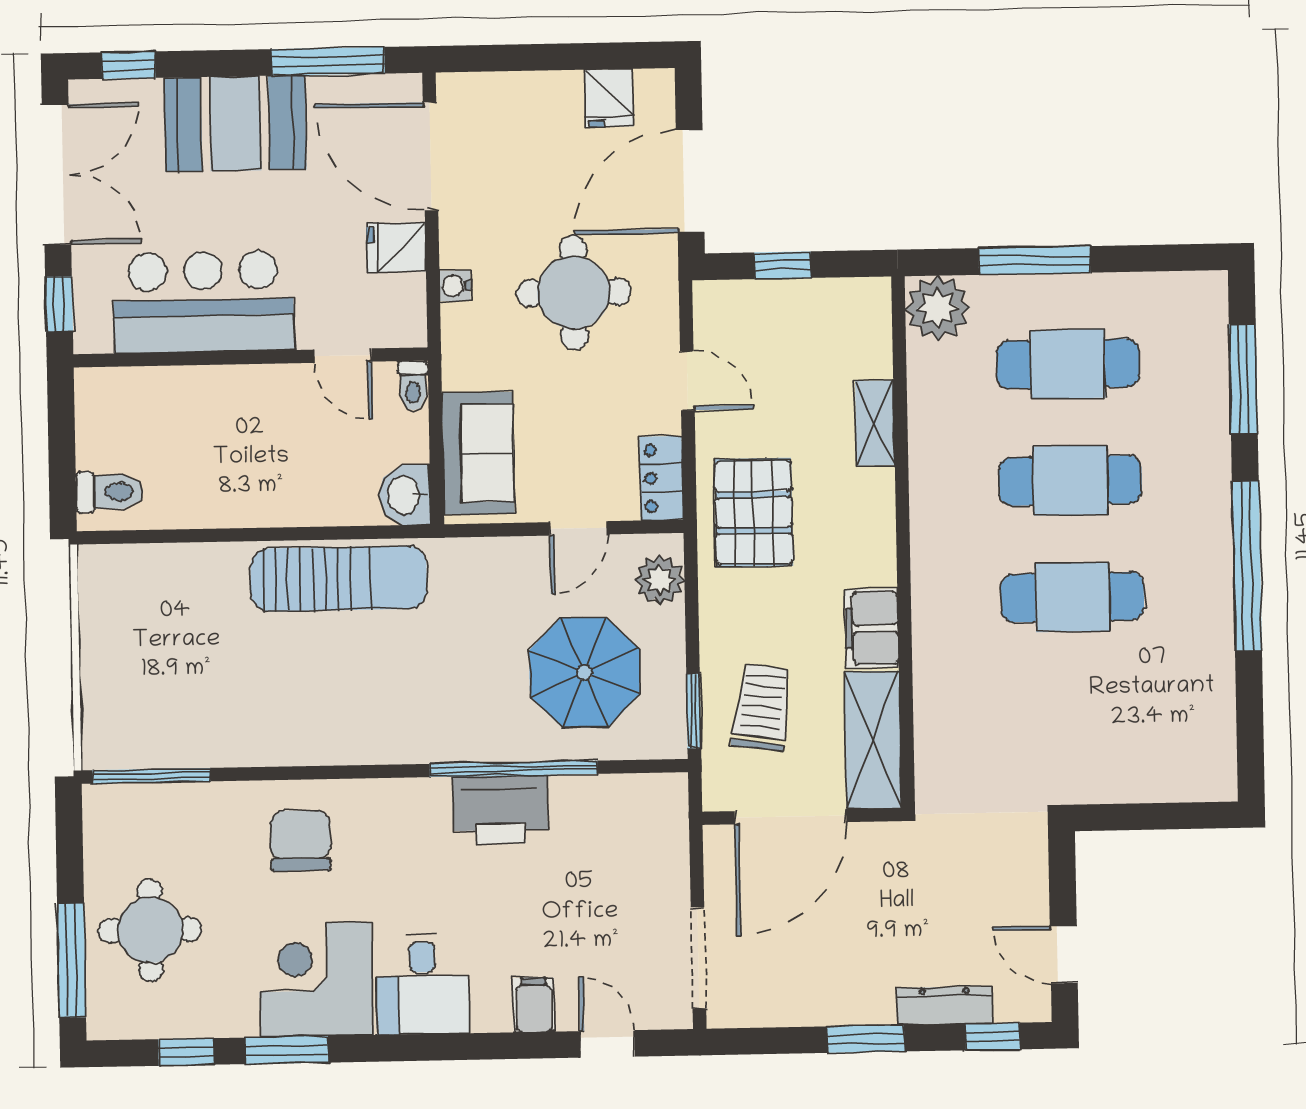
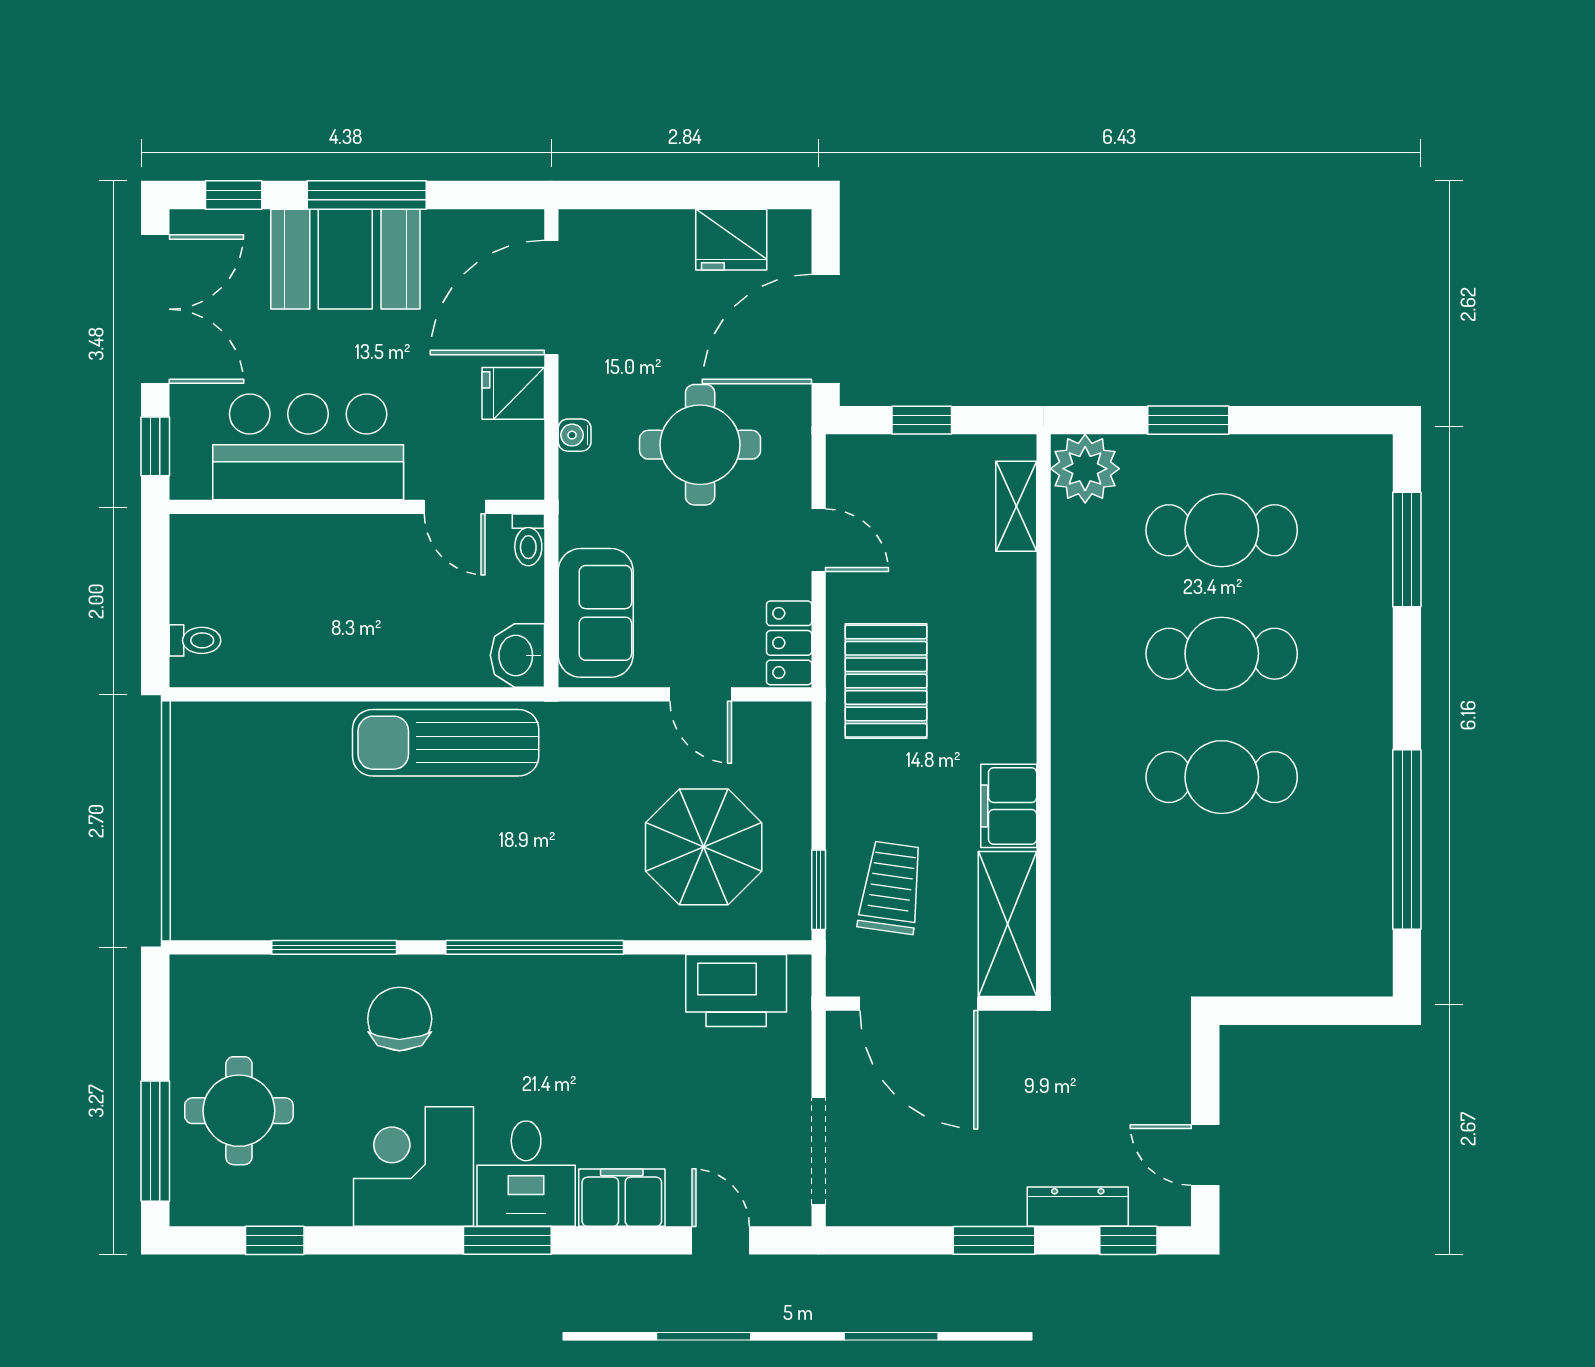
window: (328, 61) -> (367, 195), moved
fridge: (609, 98) -> (731, 240), width x1.38
door: (430, 156) -> (551, 298), hinge flipped
window: (1034, 260) -> (1188, 420), width x0.69
shelving: (875, 423) -> (1016, 506), moved
toilet: (110, 492) -> (195, 640), width x0.73, depth x0.72
door: (579, 528) -> (701, 694), hinge flipped
window: (1247, 566) -> (1407, 839), moved
sun lounger: (339, 579) -> (446, 743), turned 180
plant: (660, 580) -> (785, 750), removed
window: (513, 769) -> (535, 947), moved
window: (152, 776) -> (334, 947), moved
printer: (500, 810) -> (736, 991), moved
door: (791, 817) -> (919, 1004), hinge flipped
filing cabinet: (534, 1005) -> (622, 1198), width x2.00
window: (287, 1050) -> (507, 1240), moved

